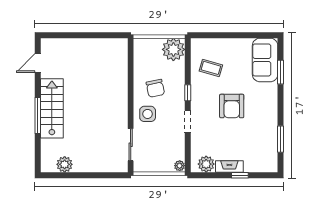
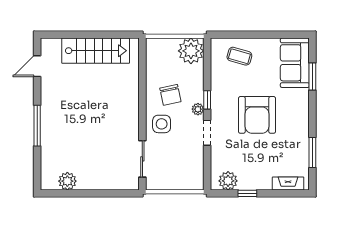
coffee table: (211, 68) -> (239, 56), moved
armchair: (232, 106) -> (257, 115), width x1.36, depth x1.36
stairs: (52, 108) -> (96, 51), moved, turned 90
plant: (180, 166) -> (198, 109), moved
fireplace: (229, 166) -> (288, 184), moved
window: (240, 175) -> (247, 193), moved

